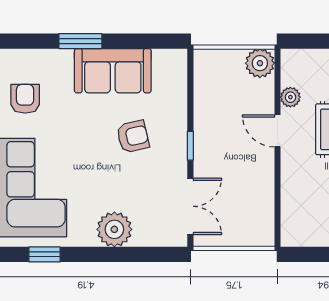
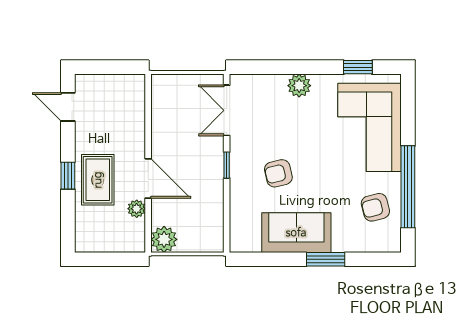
armchair: (25, 99) -> (375, 207), turned 76
door: (277, 131) -> (148, 178), width x1.38
plant: (114, 229) -> (299, 86), width x0.73, depth x0.73

